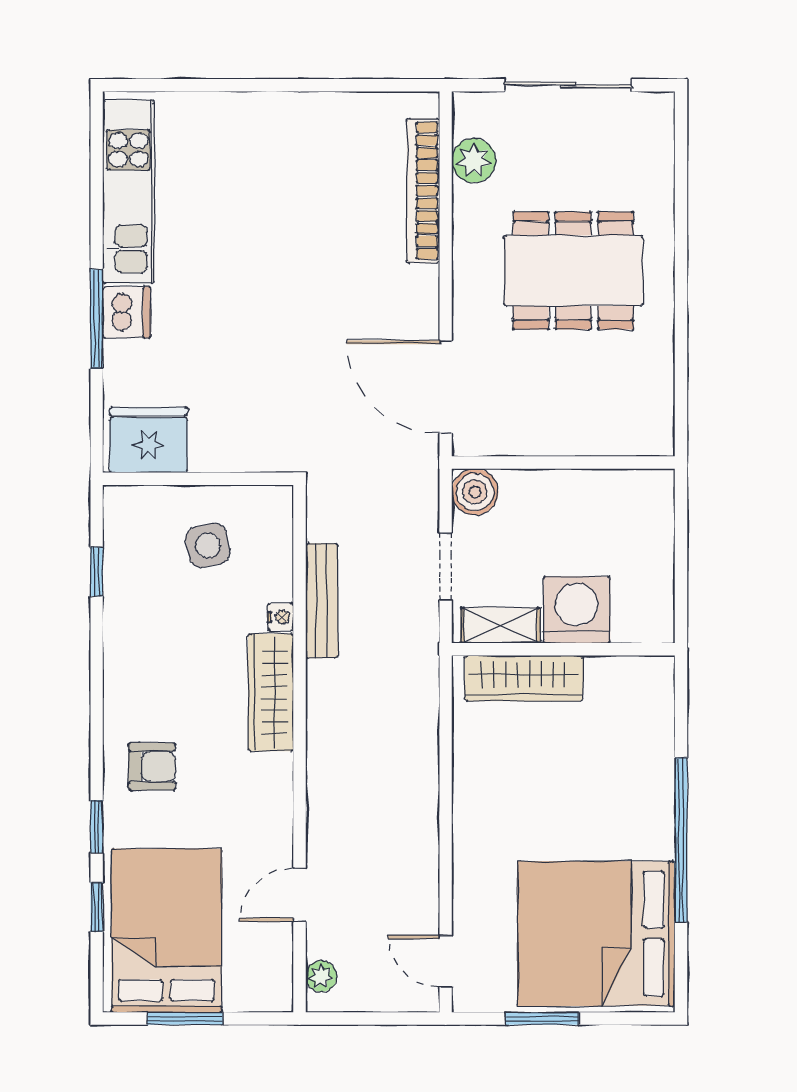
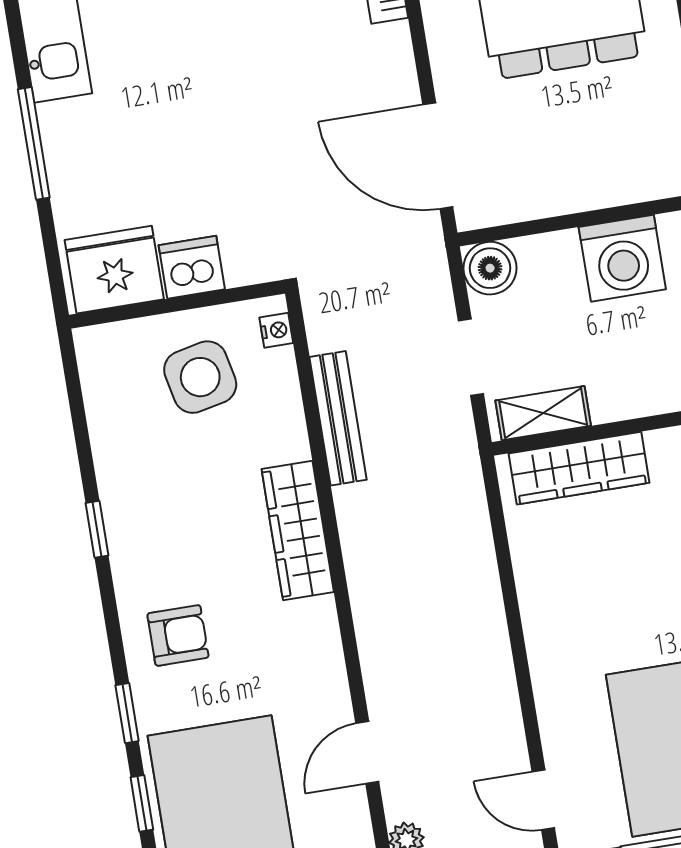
dishwasher: (127, 312) -> (192, 267), moved, turned -90
side table: (208, 545) -> (200, 377), width x1.37, depth x1.37
window: (97, 572) -> (97, 529), moved
washing machine: (577, 610) -> (622, 258), moved, turned 180
nightstand: (281, 617) -> (276, 330), moved

